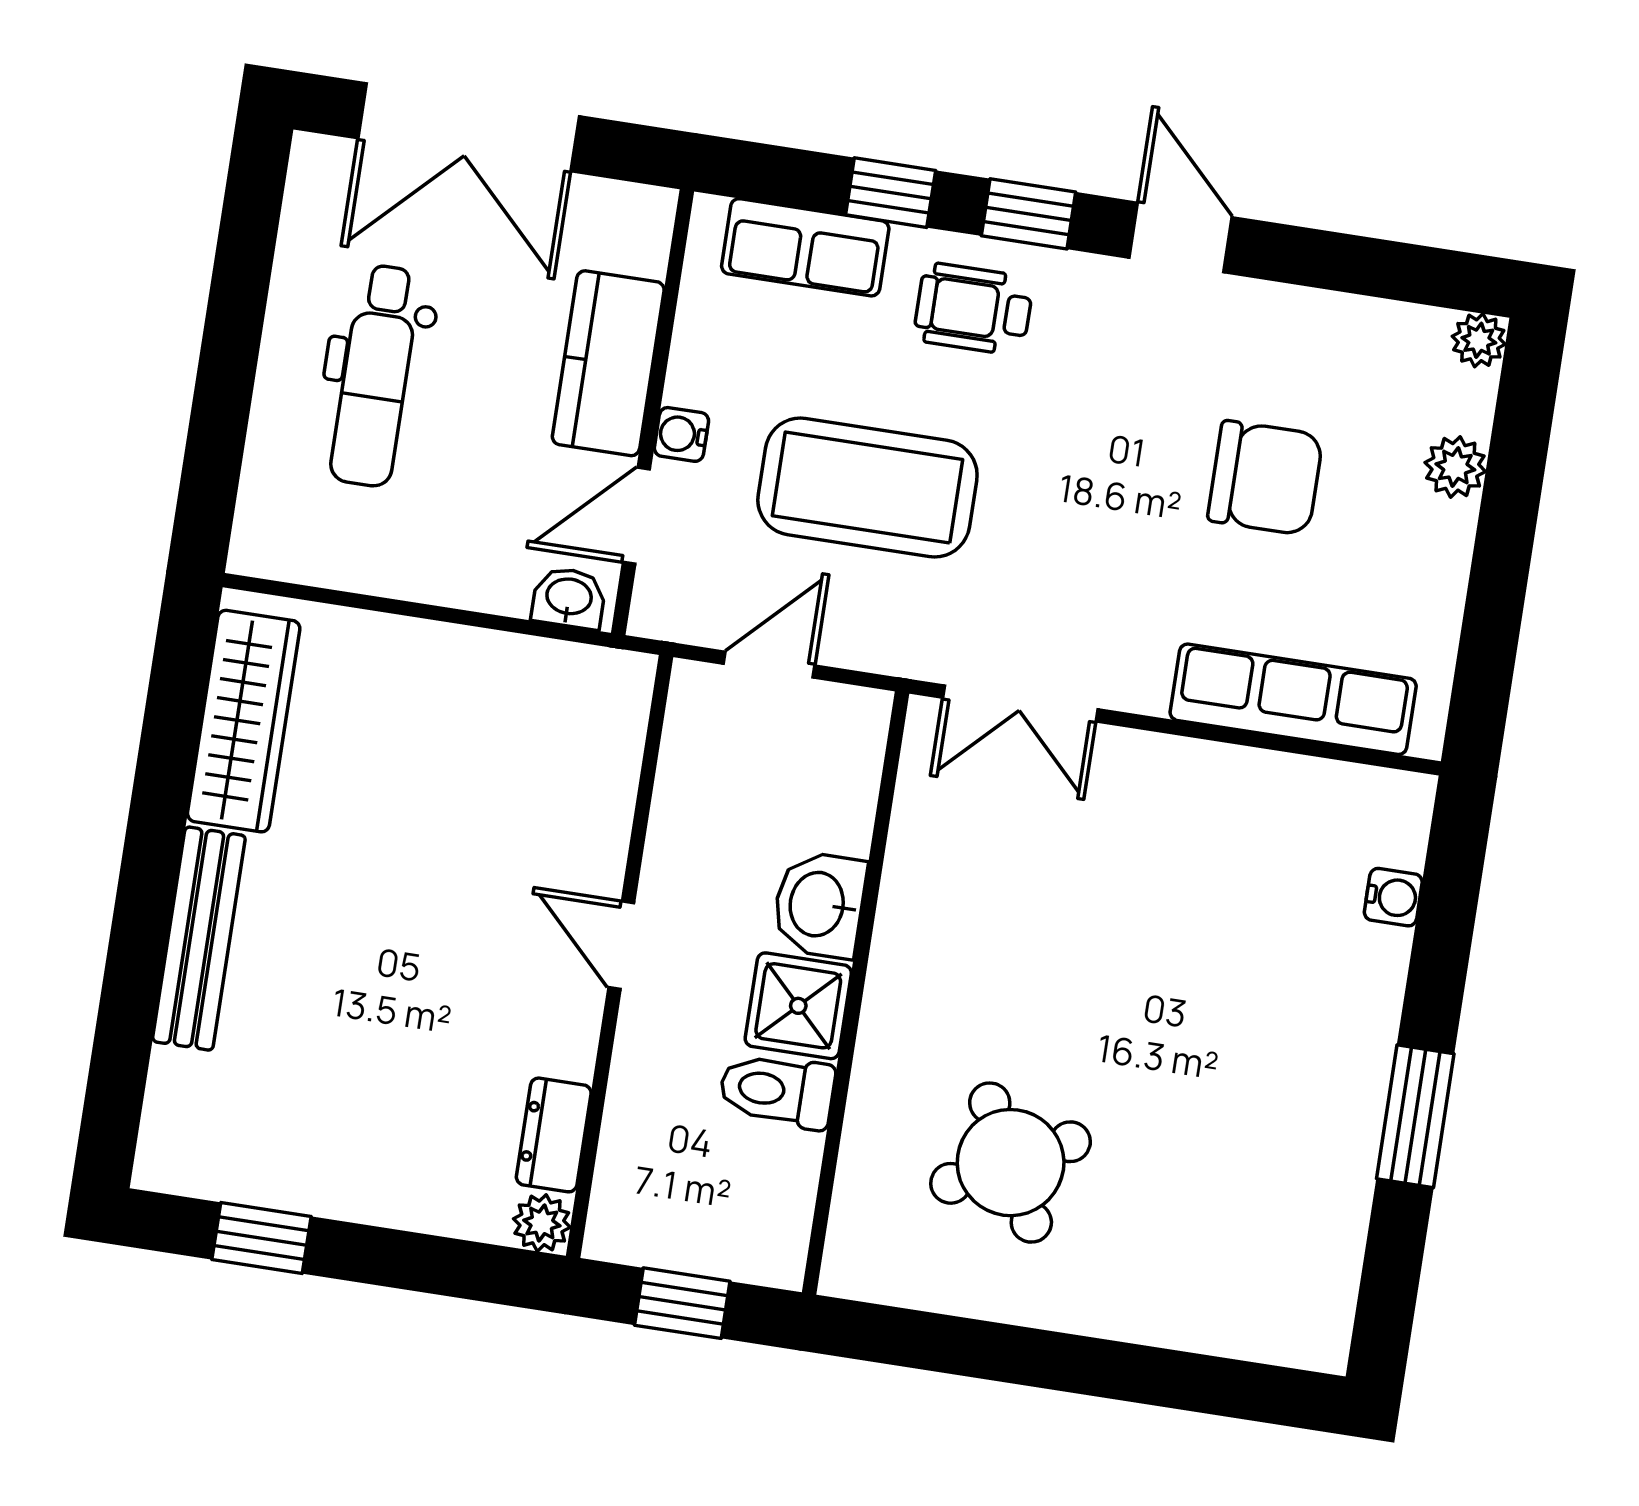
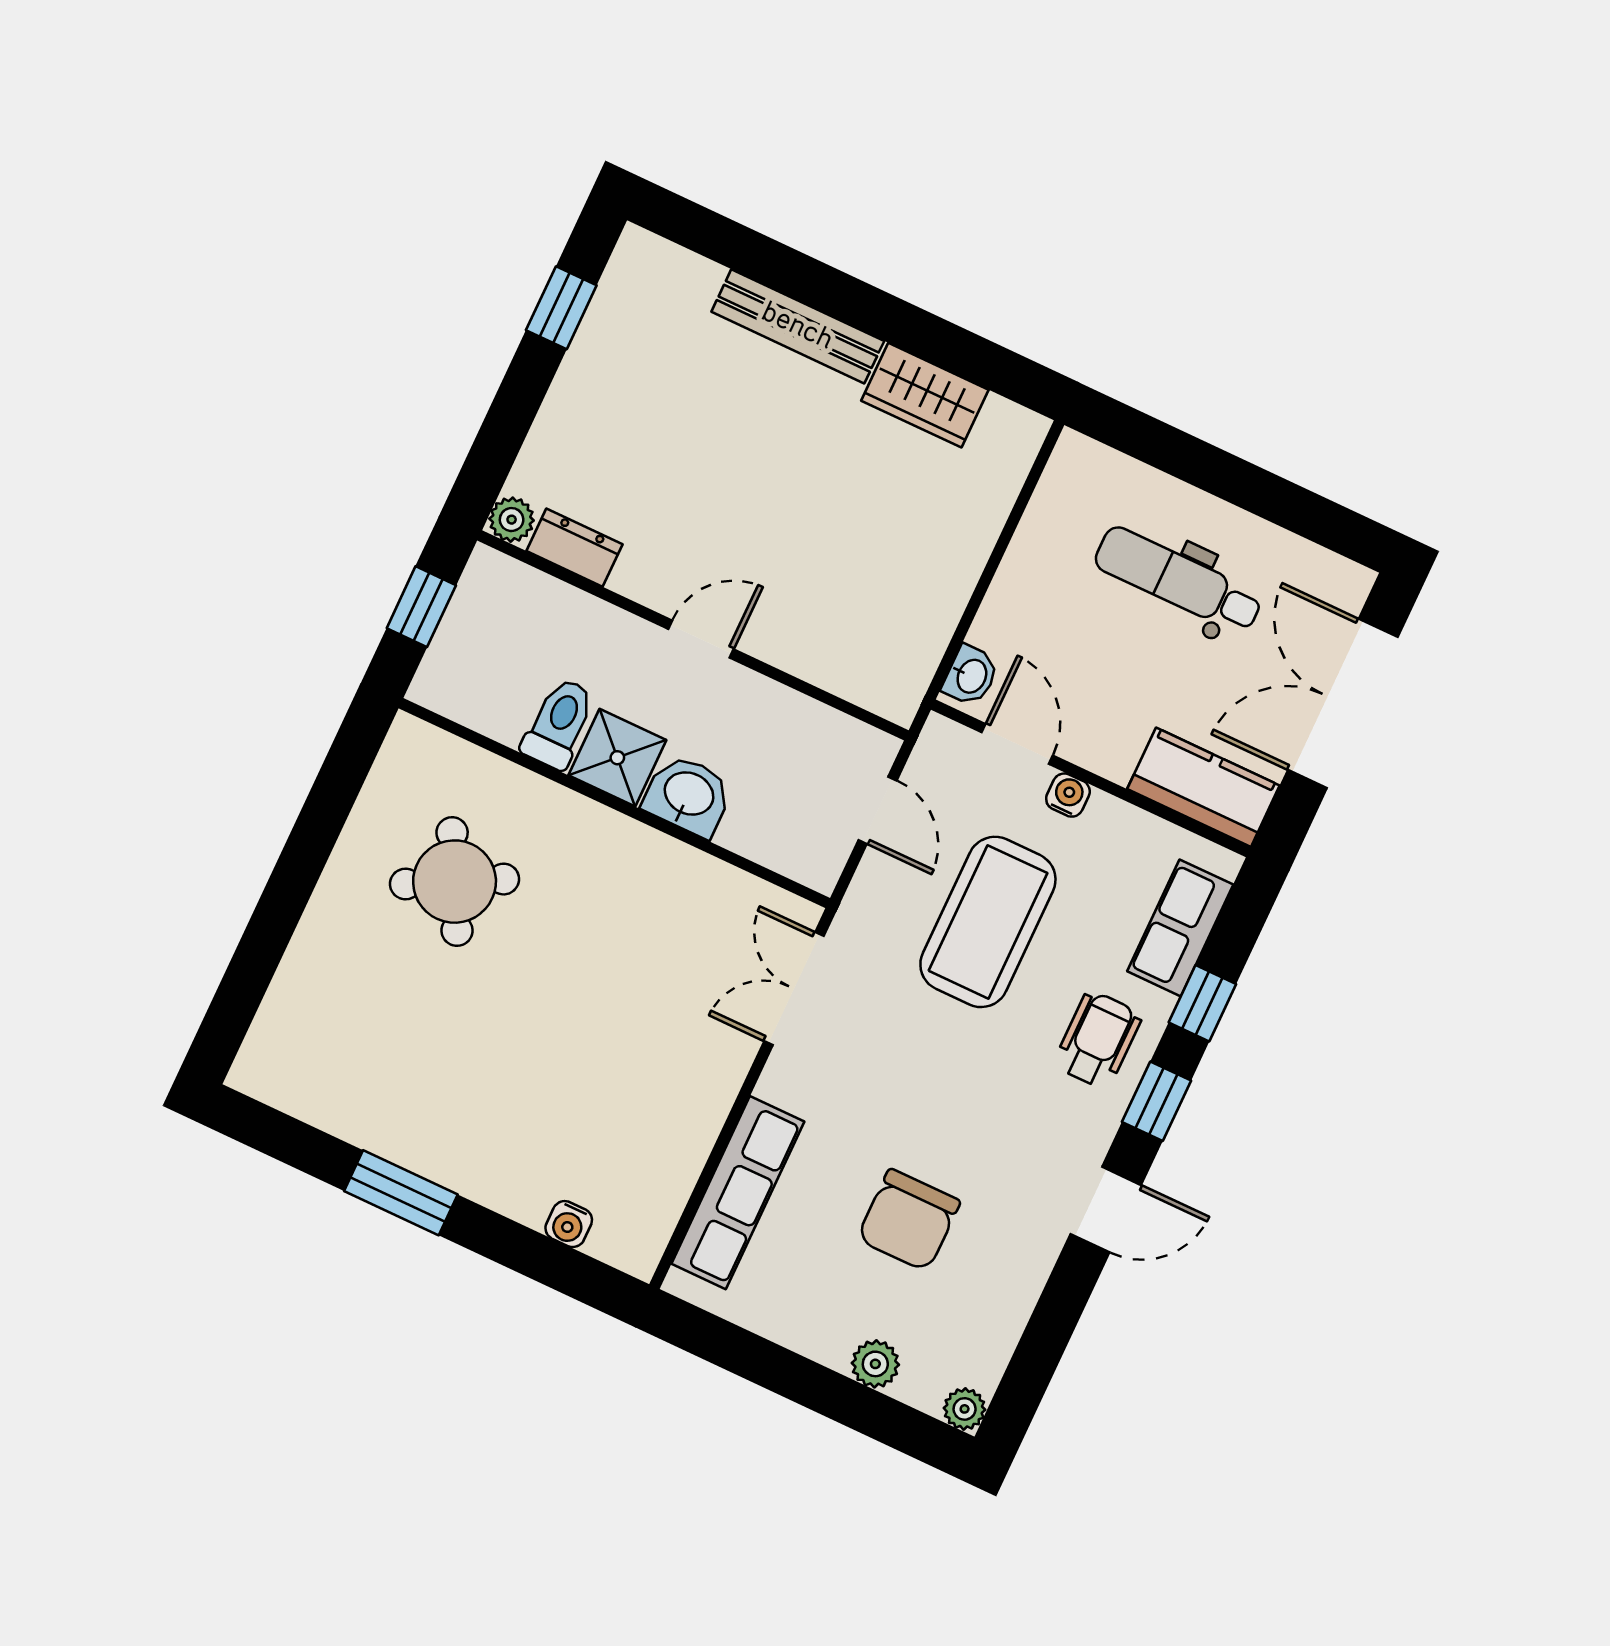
kitchen counter: (608, 363) -> (1203, 787), moved
wardrobe: (244, 721) -> (925, 395), width x0.67

